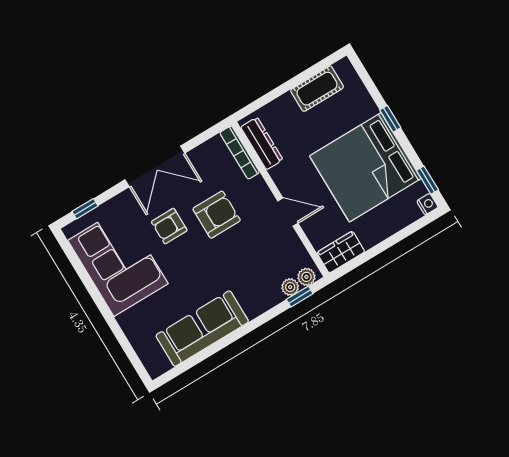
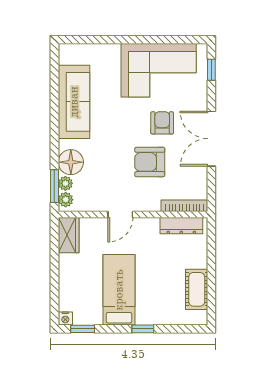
bed: (365, 167) -> (119, 290), width x0.49
armchair: (217, 215) -> (150, 162), turned 90
floor lamp: (265, 295) -> (71, 162), added
window: (300, 297) -> (54, 186), width x1.50

